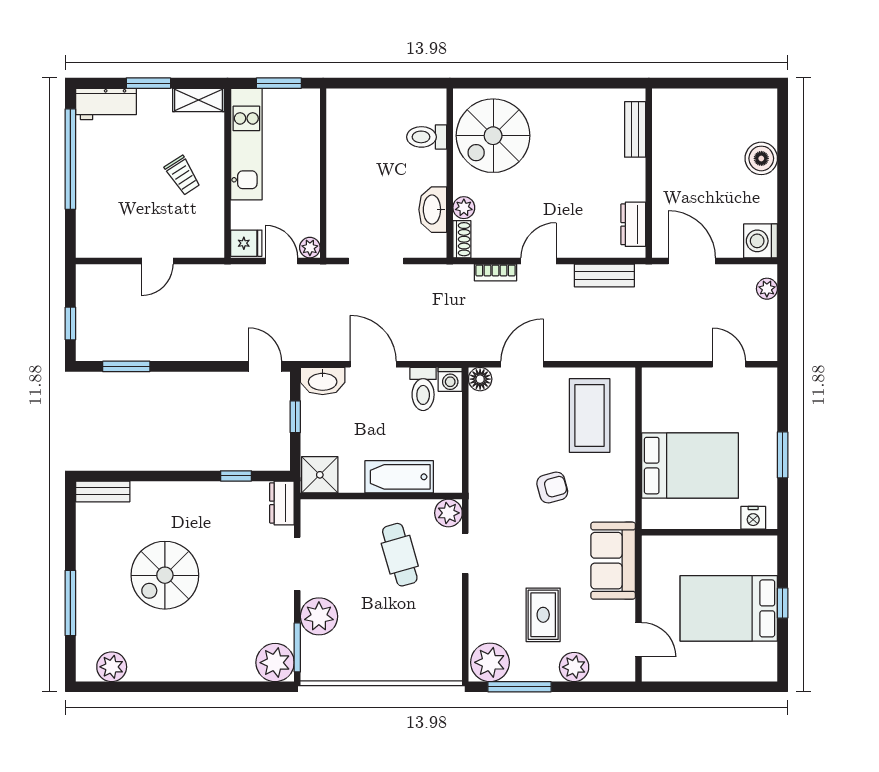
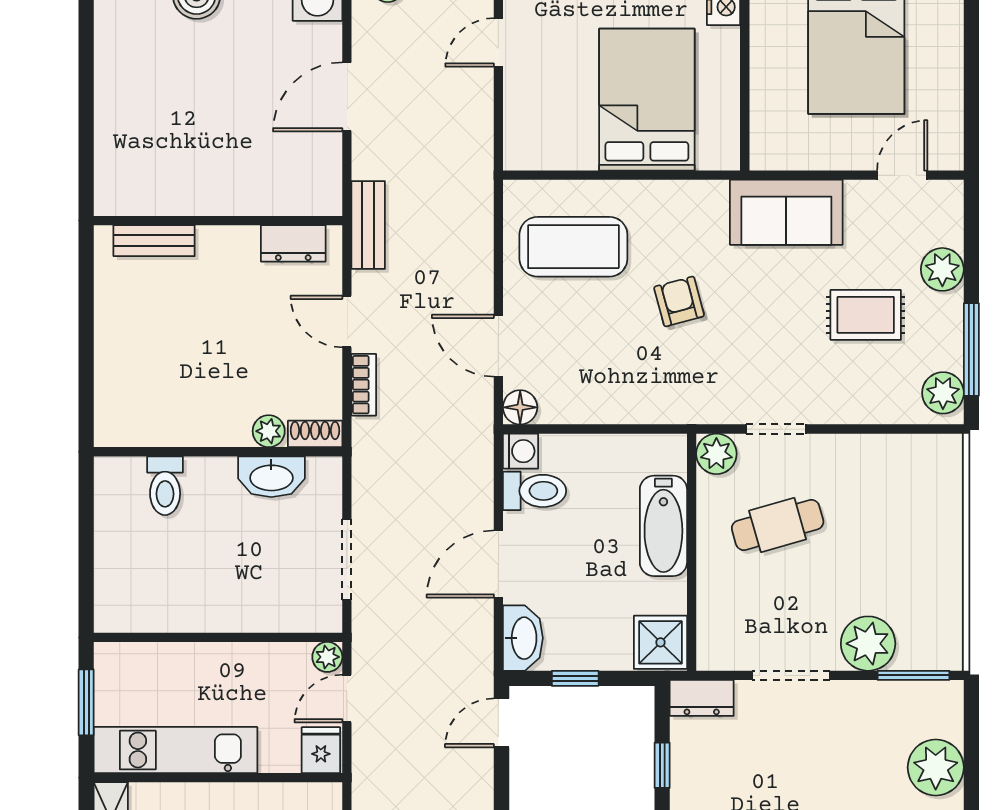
bench: (635, 129) -> (154, 241), moved
spiral stairs: (493, 136) -> (163, 388), removed
wall: (649, 173) -> (218, 221), moved
dresser: (633, 224) -> (293, 243), moved
plant: (490, 662) -> (943, 393), width x0.73, depth x0.73
plant: (275, 663) -> (936, 767), moved

